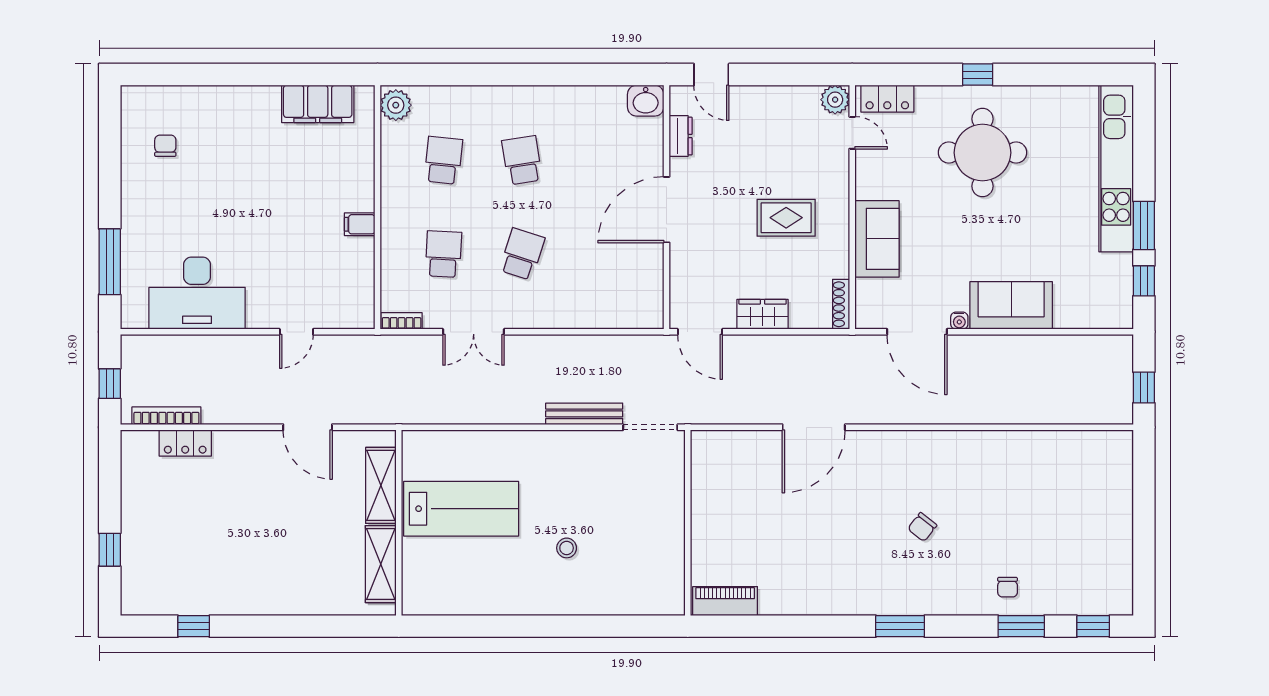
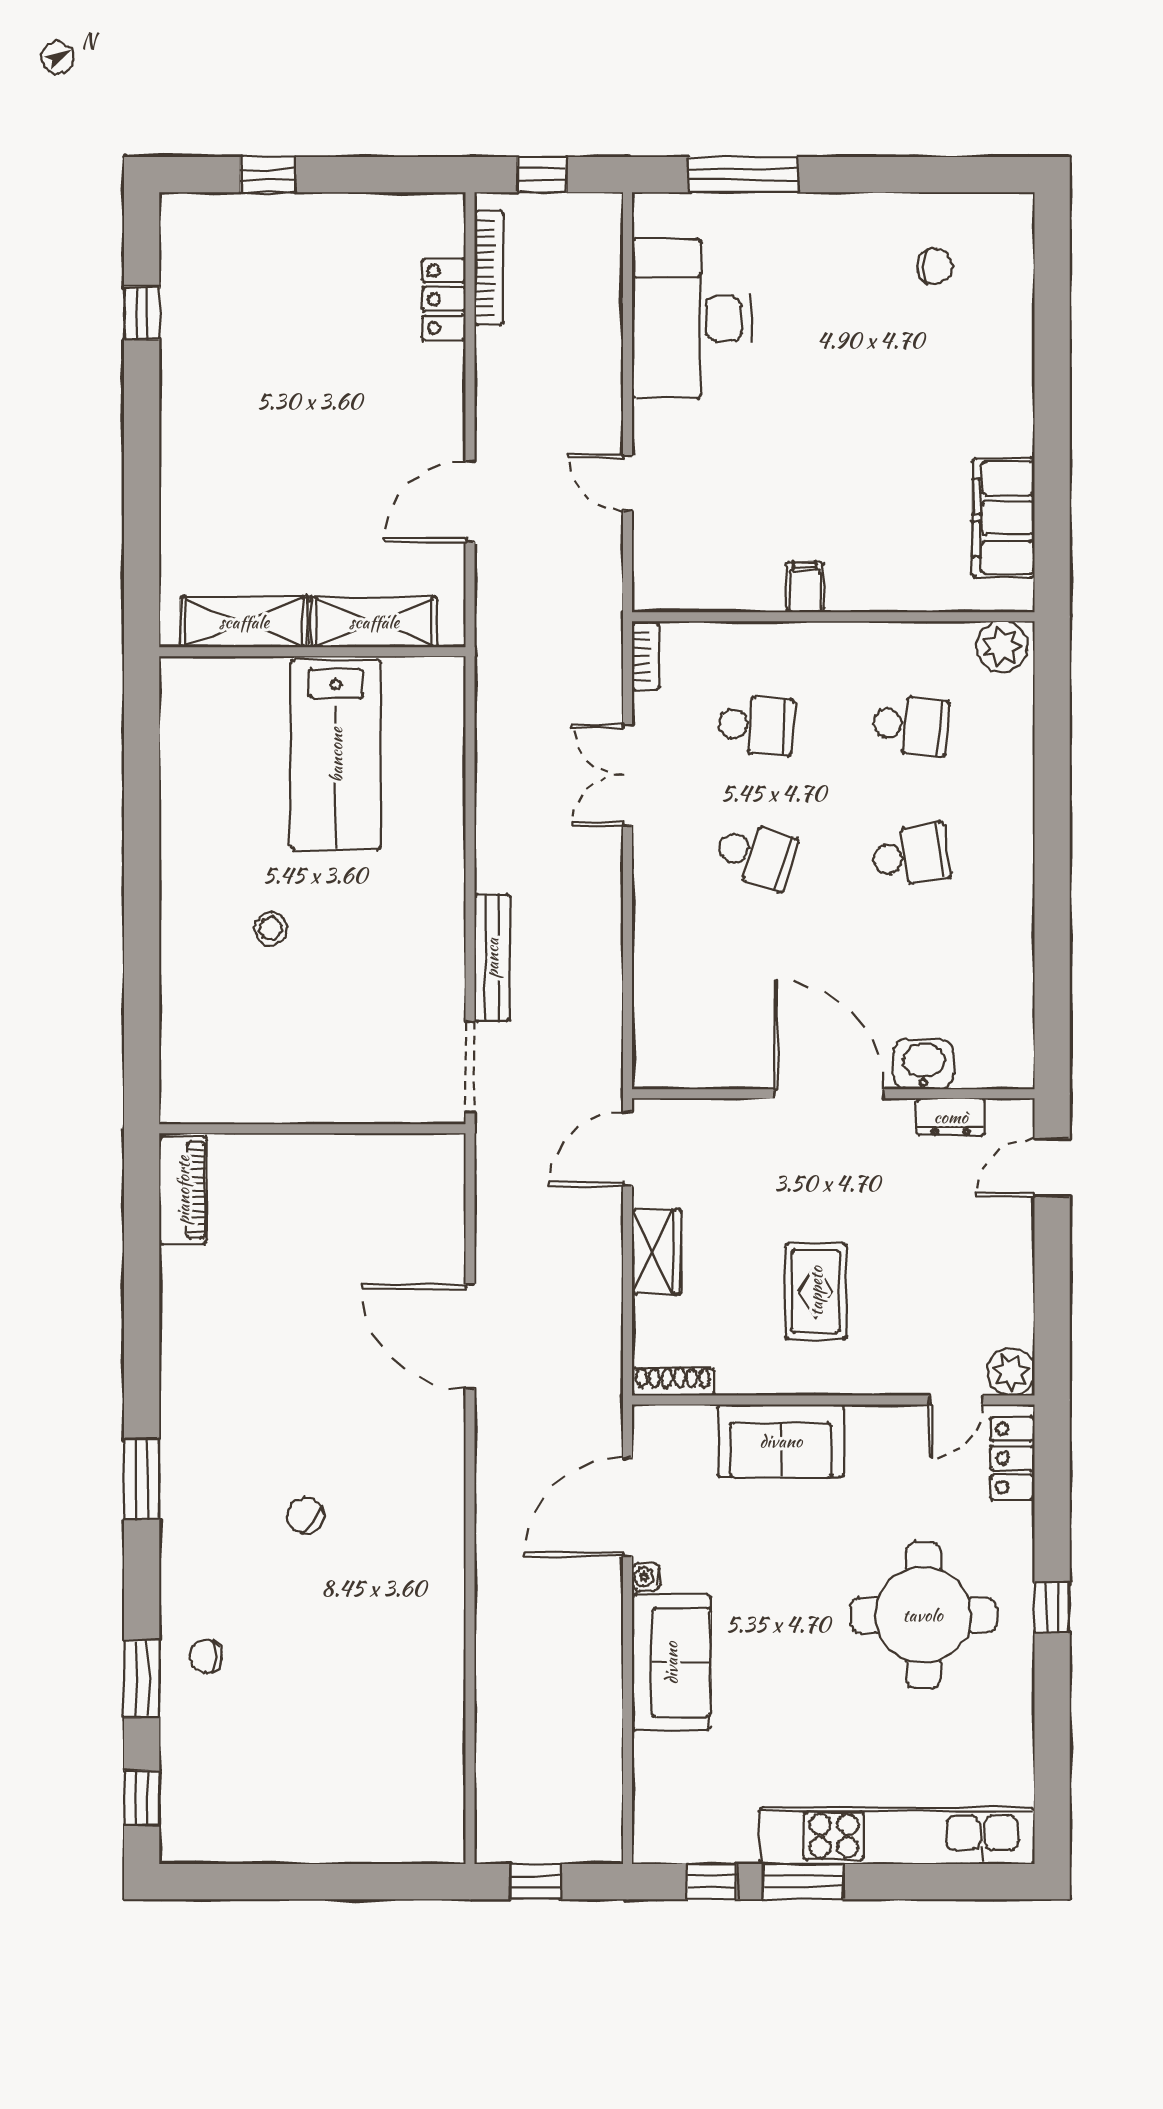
washbasin: (646, 101) -> (924, 1064), moved, turned 90

